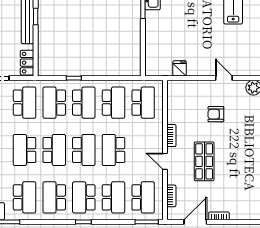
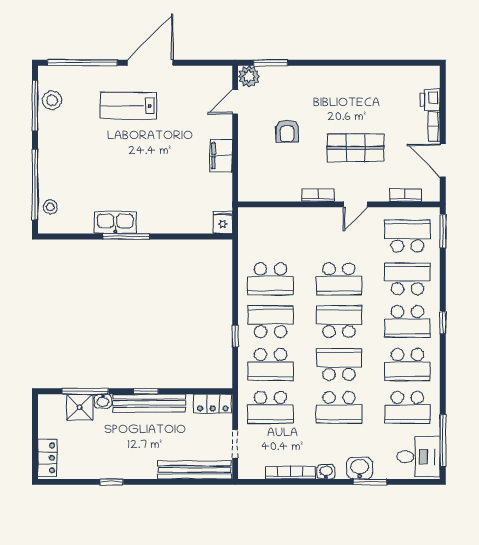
fridge: (180, 68) -> (223, 222), moved, turned 90
filing cabinet: (199, 68) -> (221, 156), added
door: (224, 78) -> (235, 102), moved
school desk: (25, 103) -> (271, 407), turned 180
school desk: (113, 103) -> (271, 279), turned 180
school desk: (143, 103) -> (271, 236), removed
school desk: (25, 197) -> (407, 407), turned 180
printer: (238, 213) -> (430, 100), added

